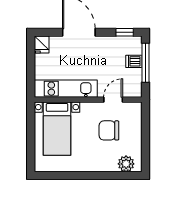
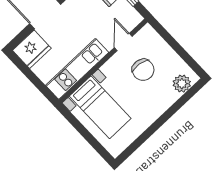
fridge: (42, 44) -> (32, 49), width x1.88, depth x1.34
chair: (109, 130) -> (143, 70), turned -82

